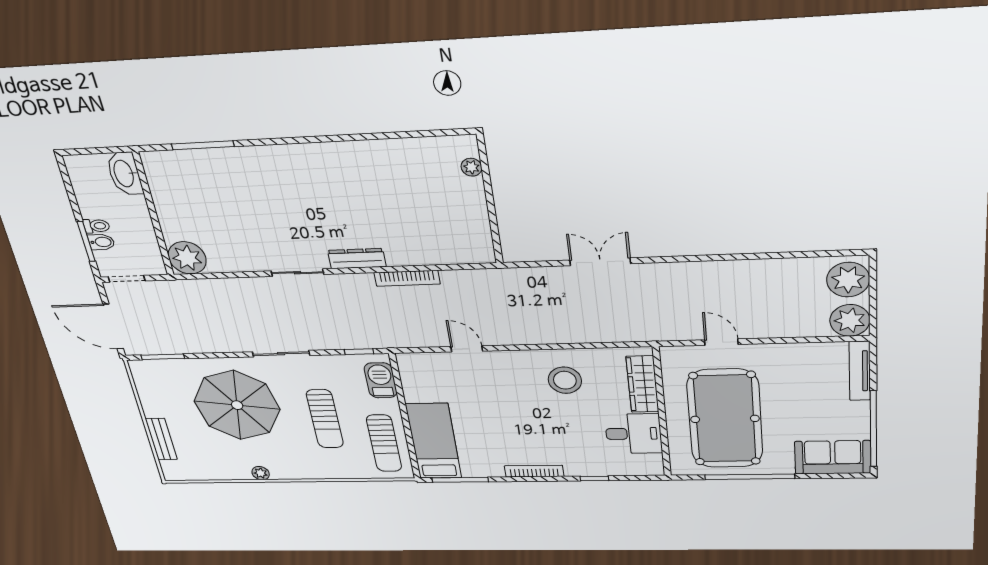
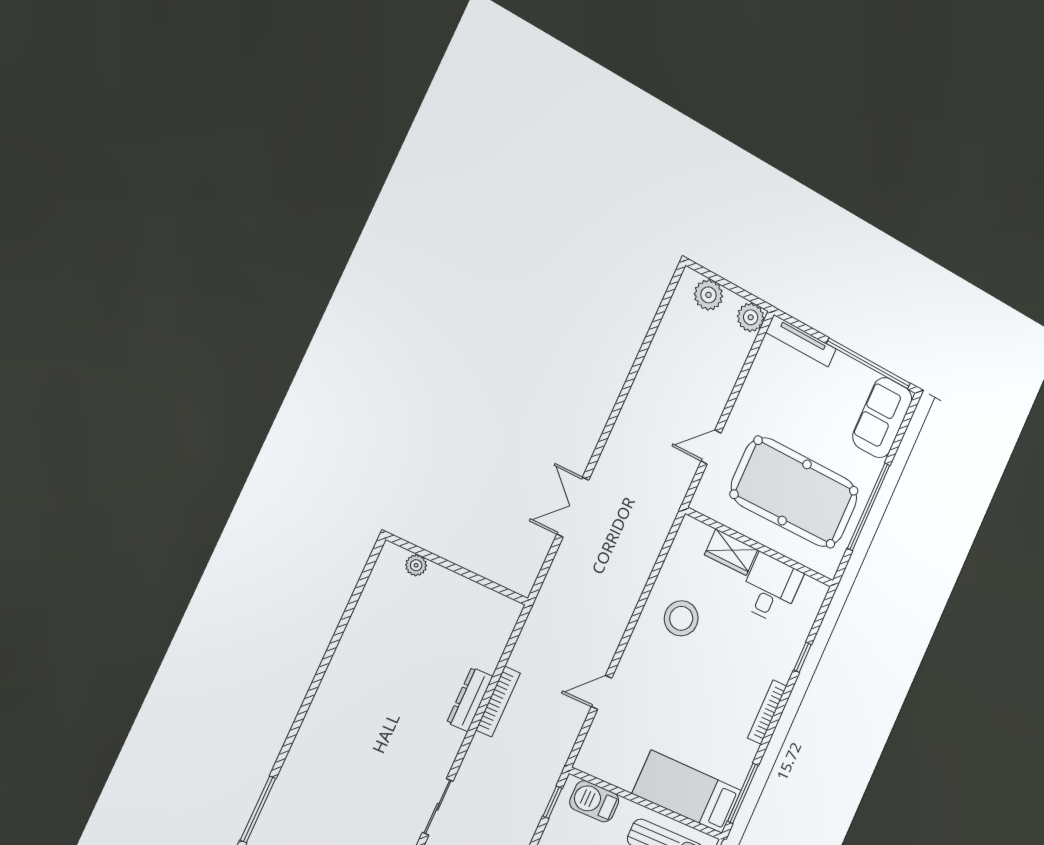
dresser: (357, 259) -> (470, 699), moved
plant: (848, 280) -> (708, 295), width x0.73, depth x0.73
plant: (850, 320) -> (751, 317), width x0.73, depth x0.73
wardrobe: (642, 384) -> (731, 552), width x0.67

